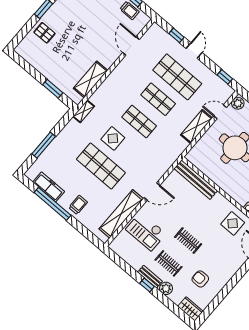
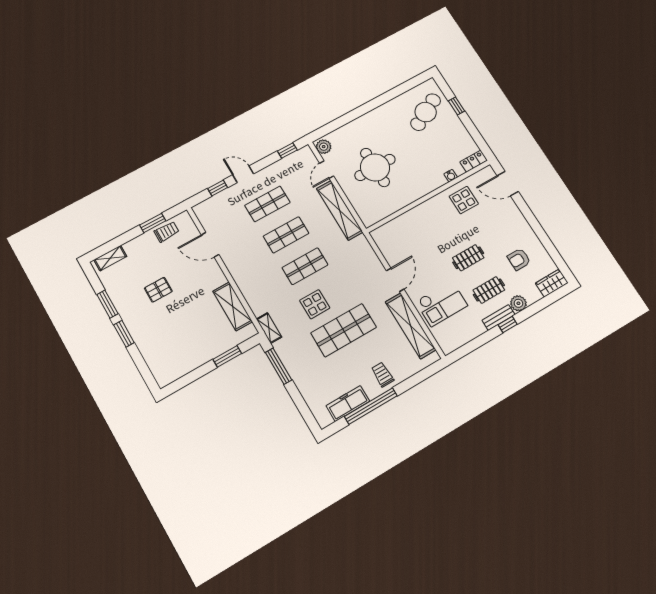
pallet: (45, 33) -> (158, 290), moved
shop shelf: (177, 77) -> (267, 204), width x0.70, depth x0.74
shelving: (196, 127) -> (340, 210), width x1.47
window: (44, 145) -> (279, 366), moved
bench: (196, 180) -> (398, 224), removed

